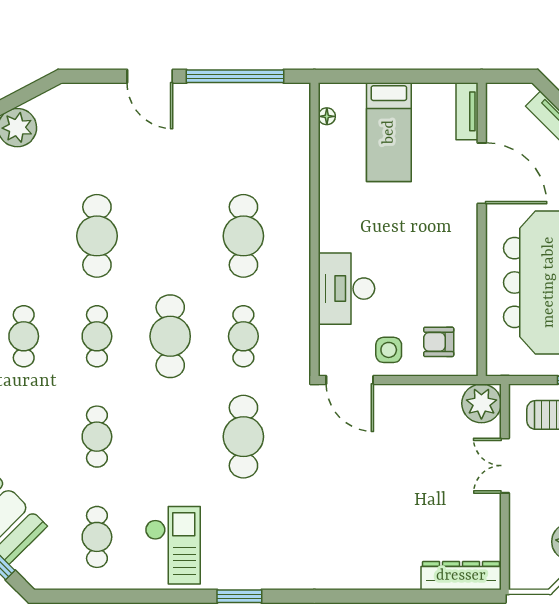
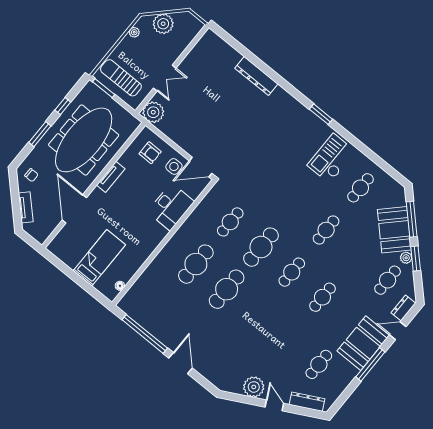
tv unit: (467, 111) -> (111, 177), moved
cafe table: (97, 236) -> (227, 289), moved
door: (350, 380) -> (201, 167), swing flipped
cafe table: (243, 437) -> (265, 180), removed
dresser: (461, 576) -> (256, 76), moved

